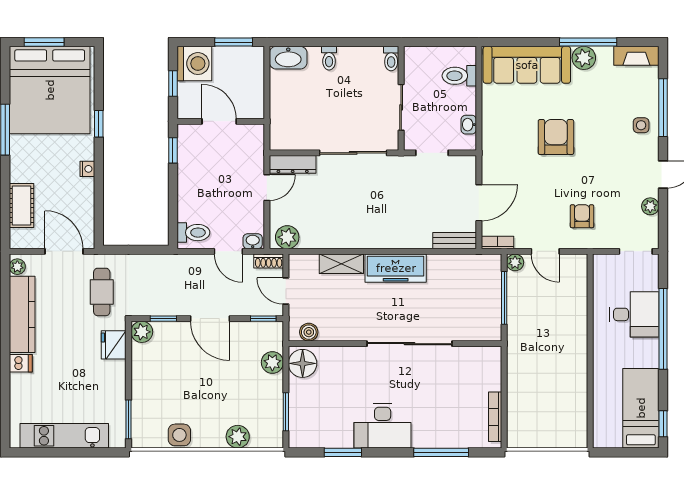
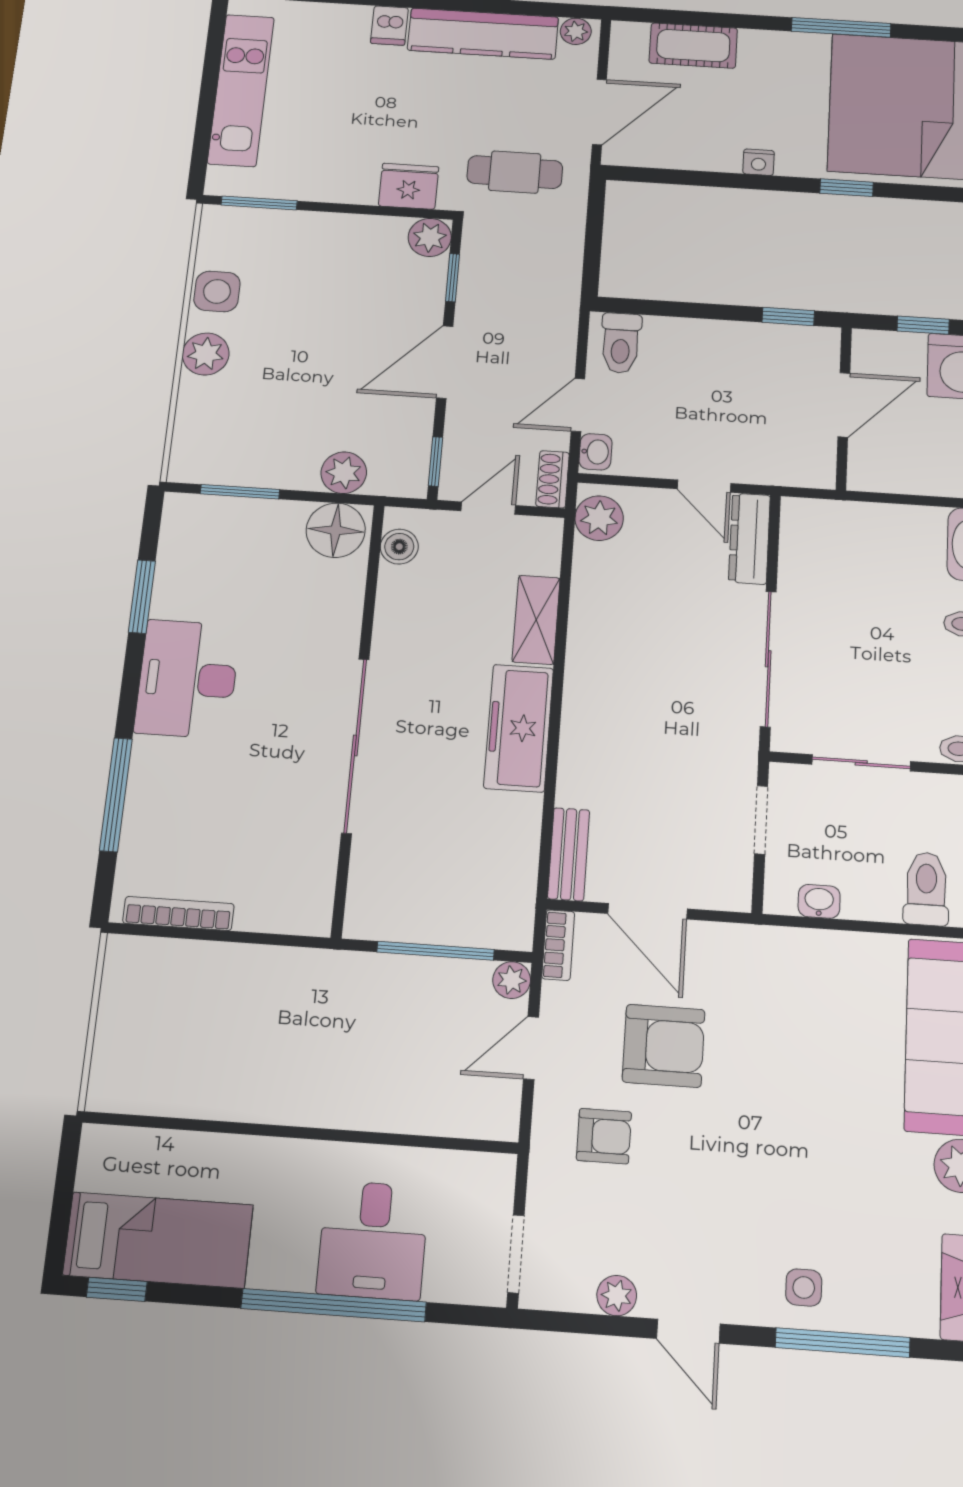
armchair: (556, 137) -> (664, 1046), moved
plant: (238, 437) -> (206, 354), moved

